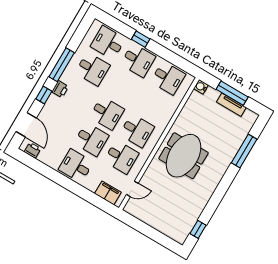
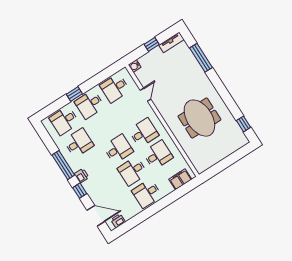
desk: (138, 60) -> (90, 104), turned 180
desk: (168, 78) -> (115, 88), turned 180
window: (232, 93) -> (152, 44), width x0.46
tv unit: (231, 105) -> (171, 42), moved
desk: (91, 139) -> (133, 171), turned 180
meeting table: (184, 156) -> (199, 118), moved
door: (132, 189) -> (146, 95), moved

